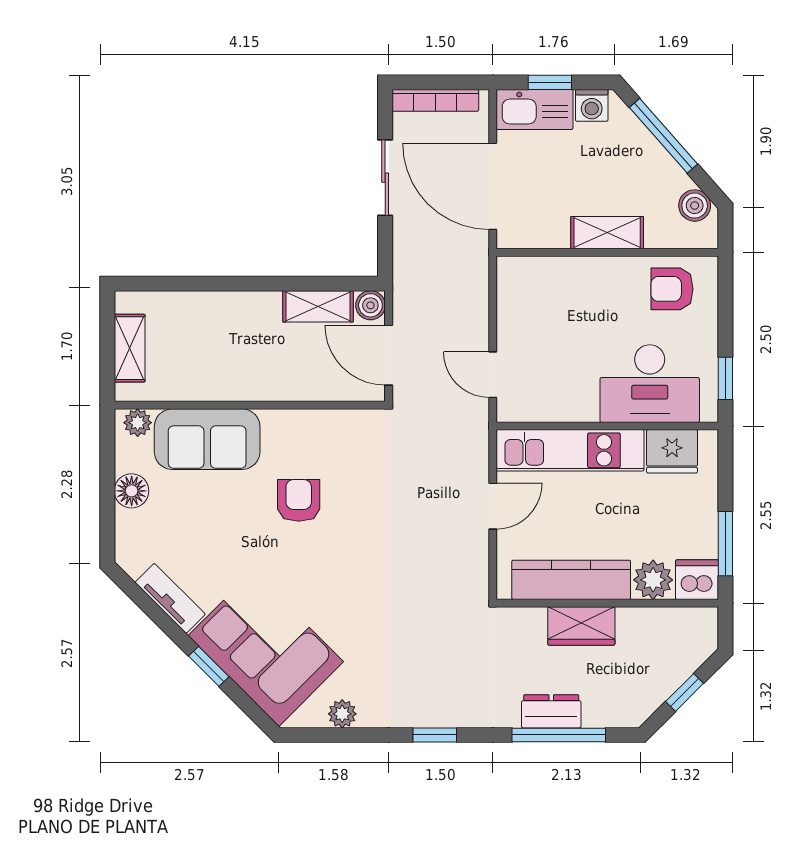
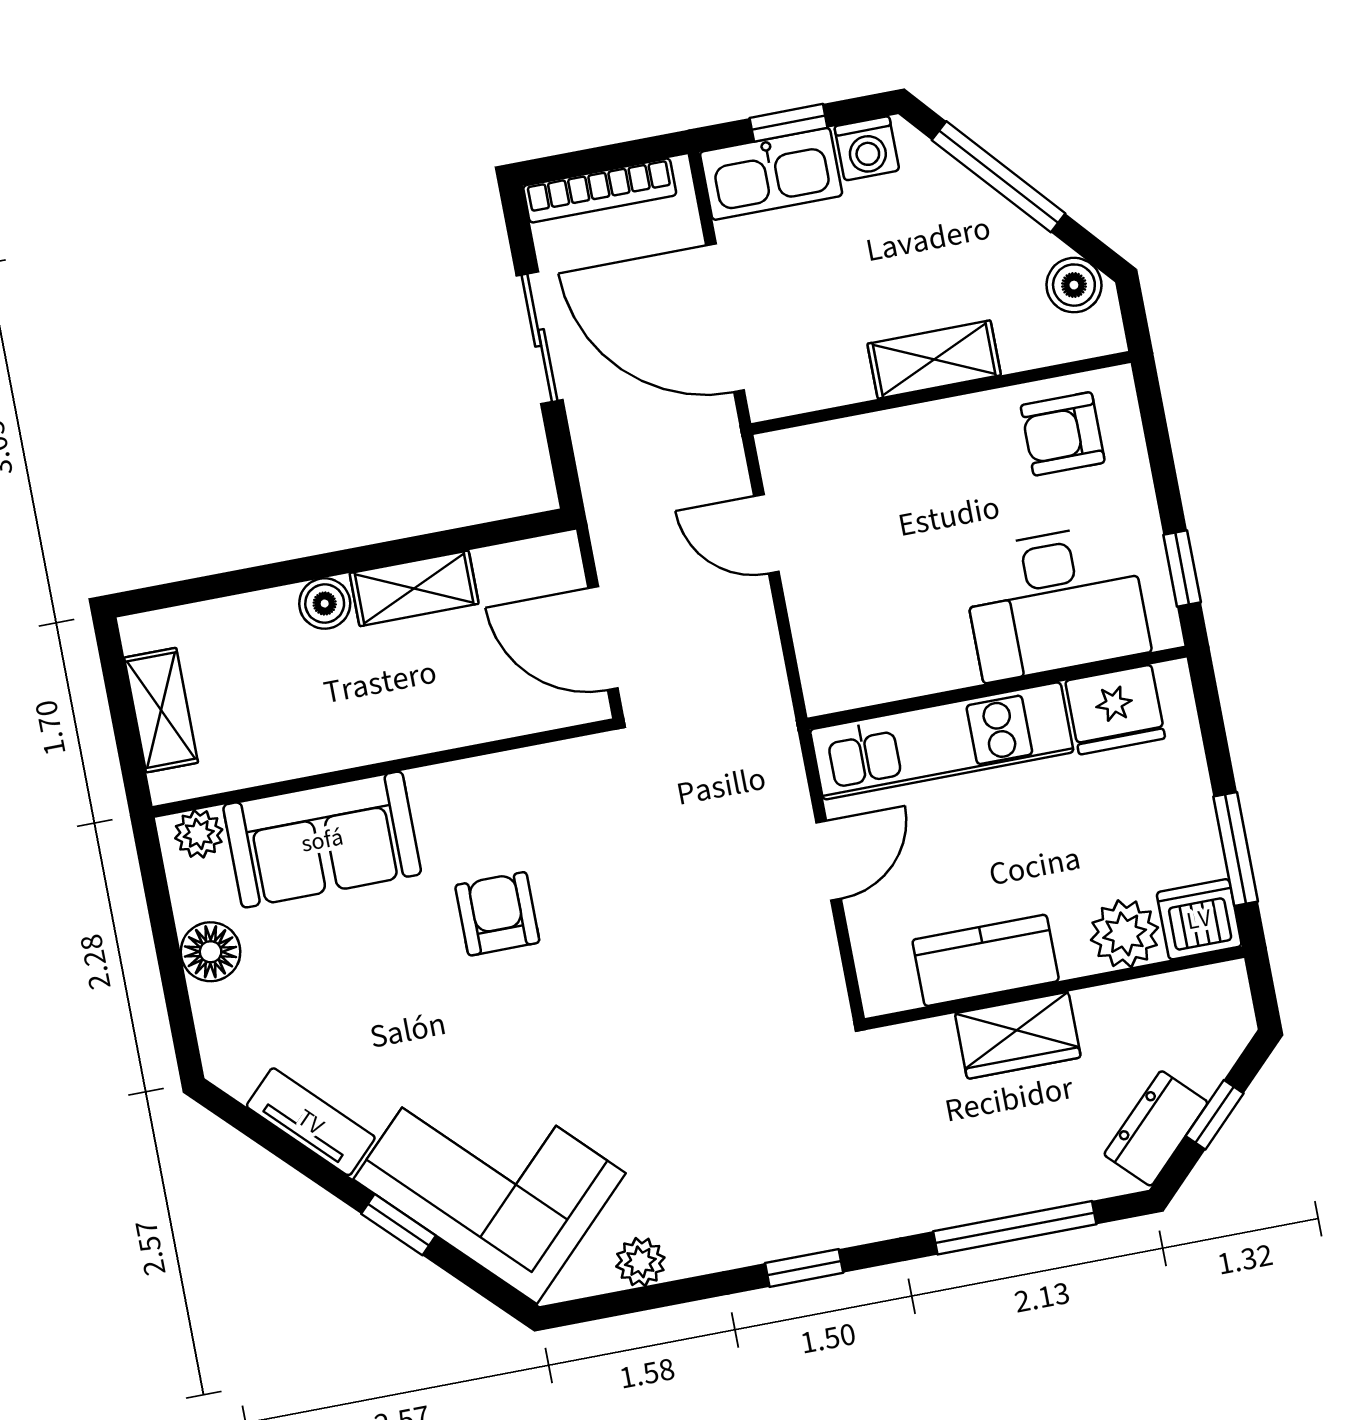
boiler: (370, 305) -> (325, 604), moved
shelving: (318, 306) -> (414, 588), moved
door: (493, 375) -> (766, 534), moved
kitchen counter: (571, 580) -> (986, 960), width x0.67
dresser: (551, 711) -> (1156, 1128), moved, turned -45

